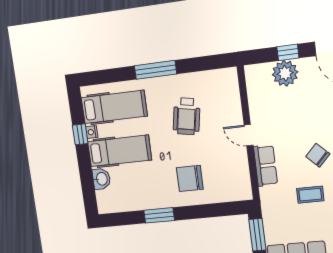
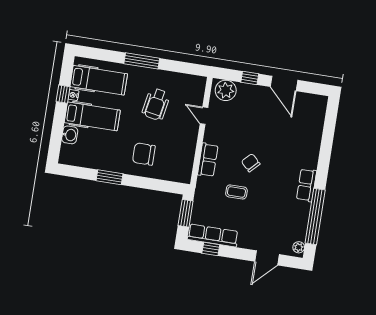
plant: (285, 73) -> (226, 90), moved
door: (249, 135) -> (204, 116), moved

